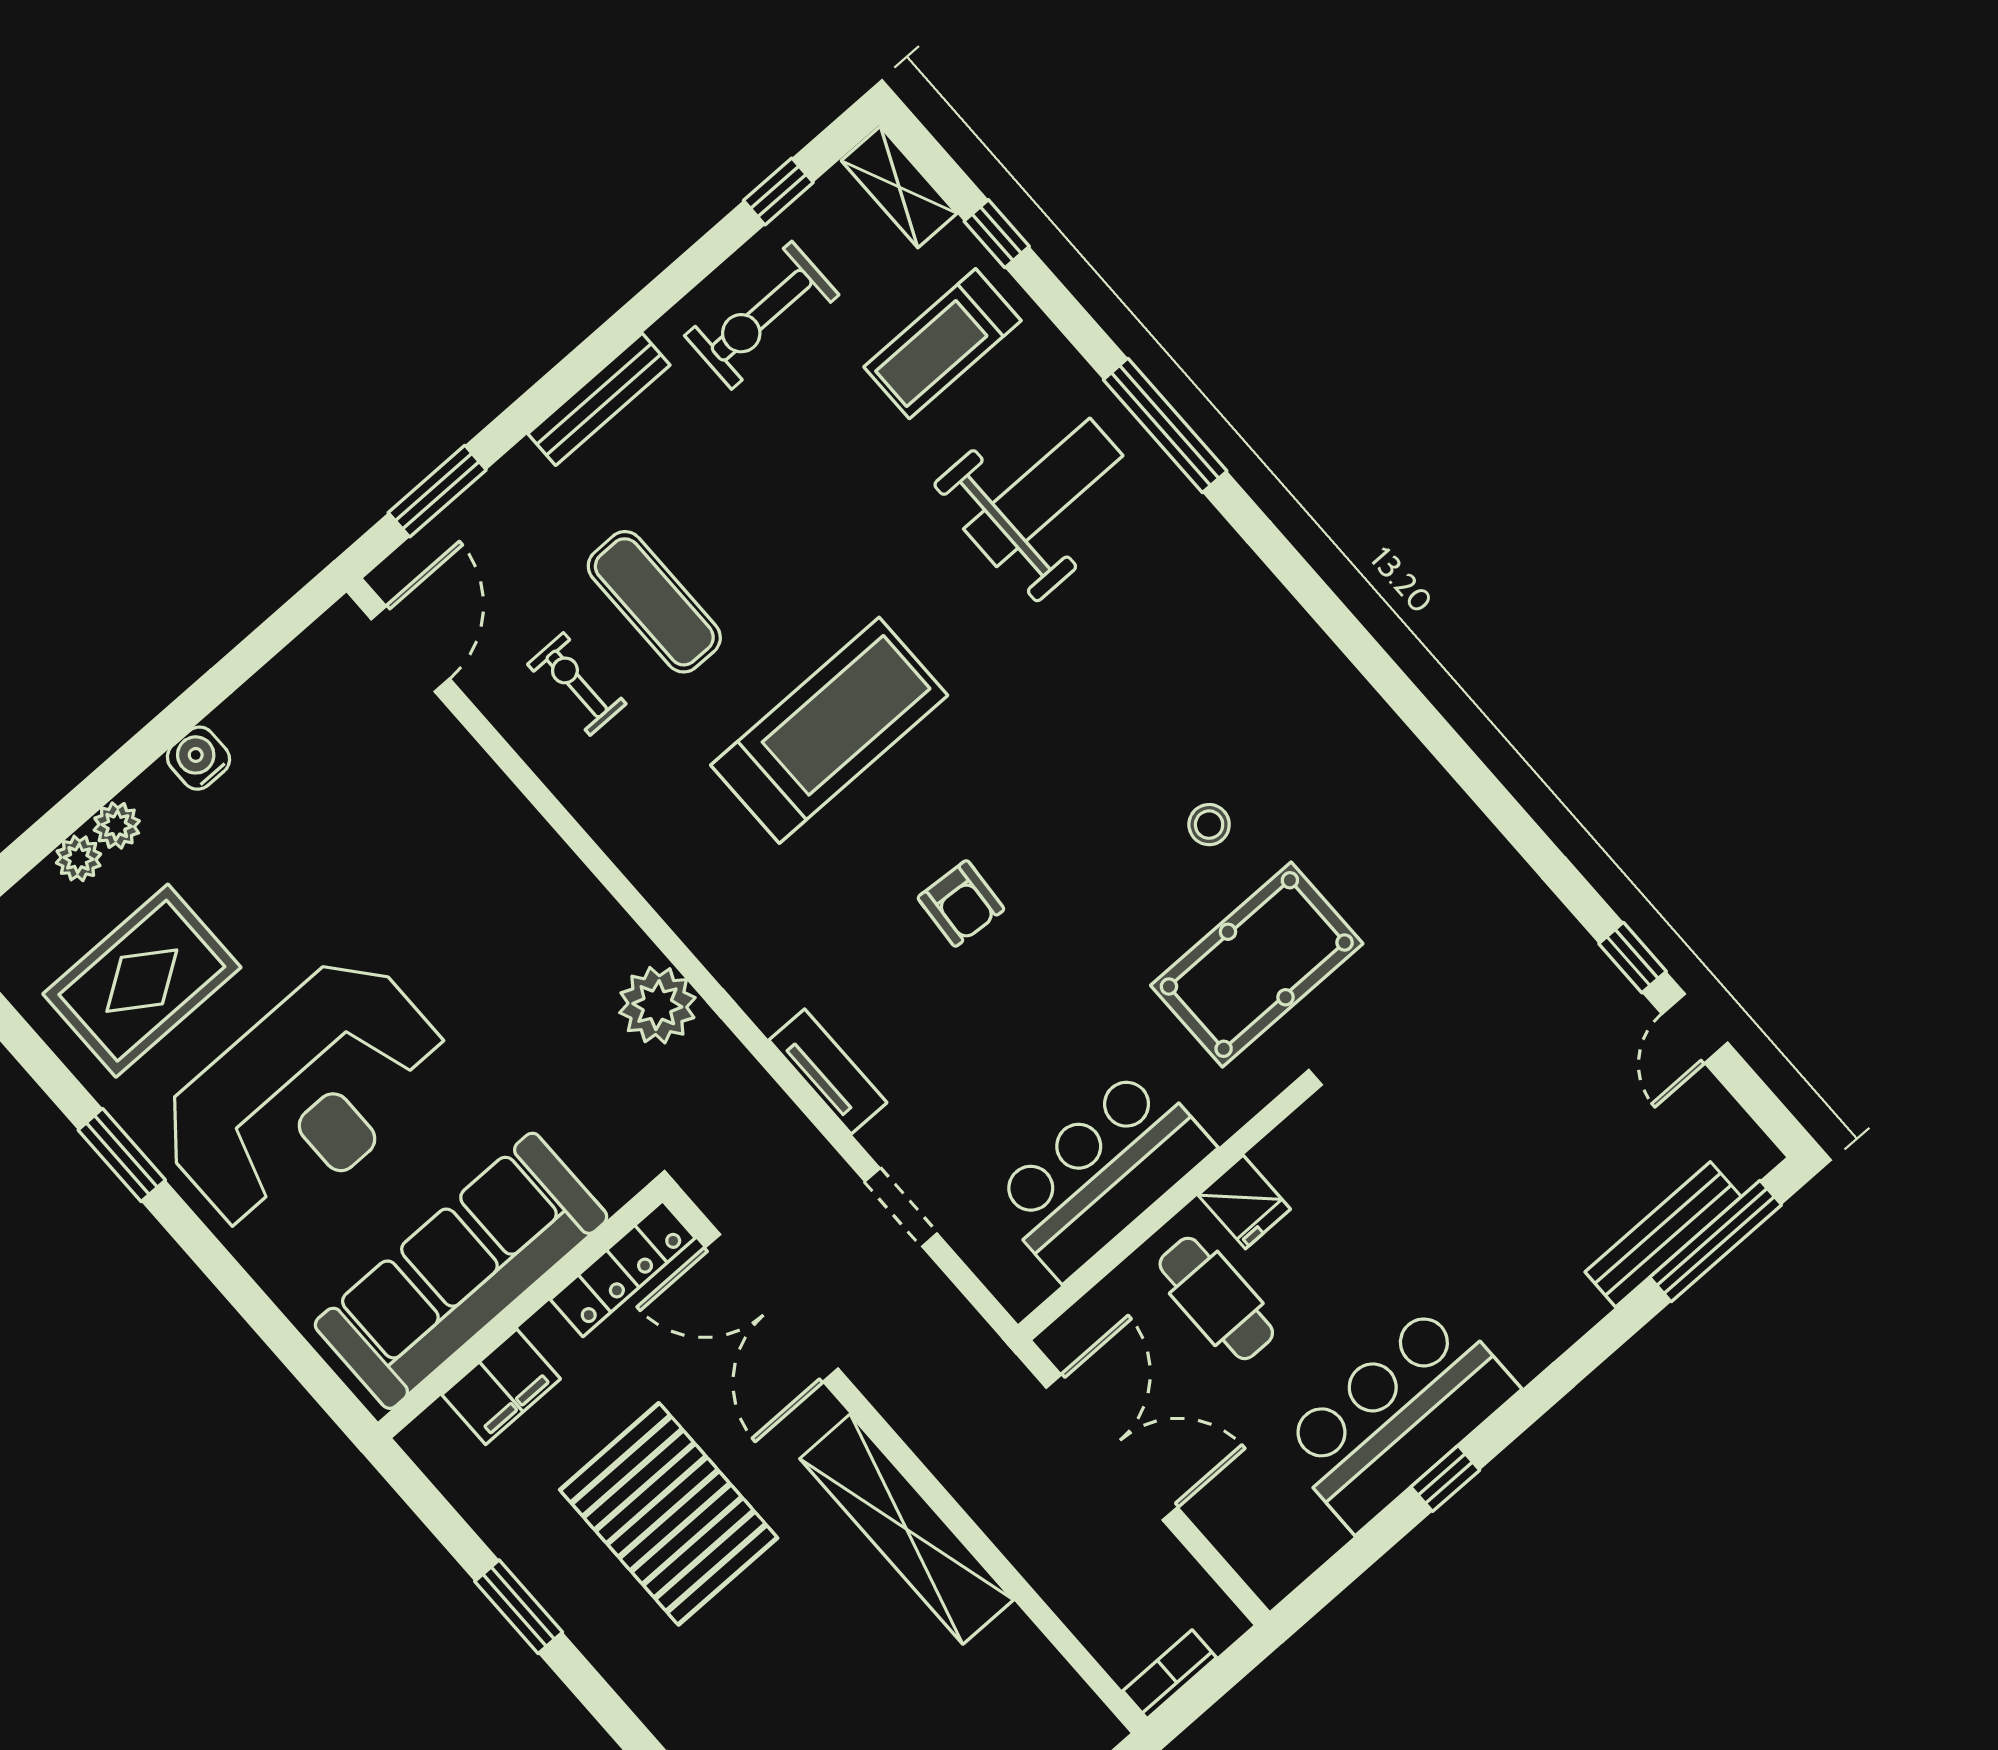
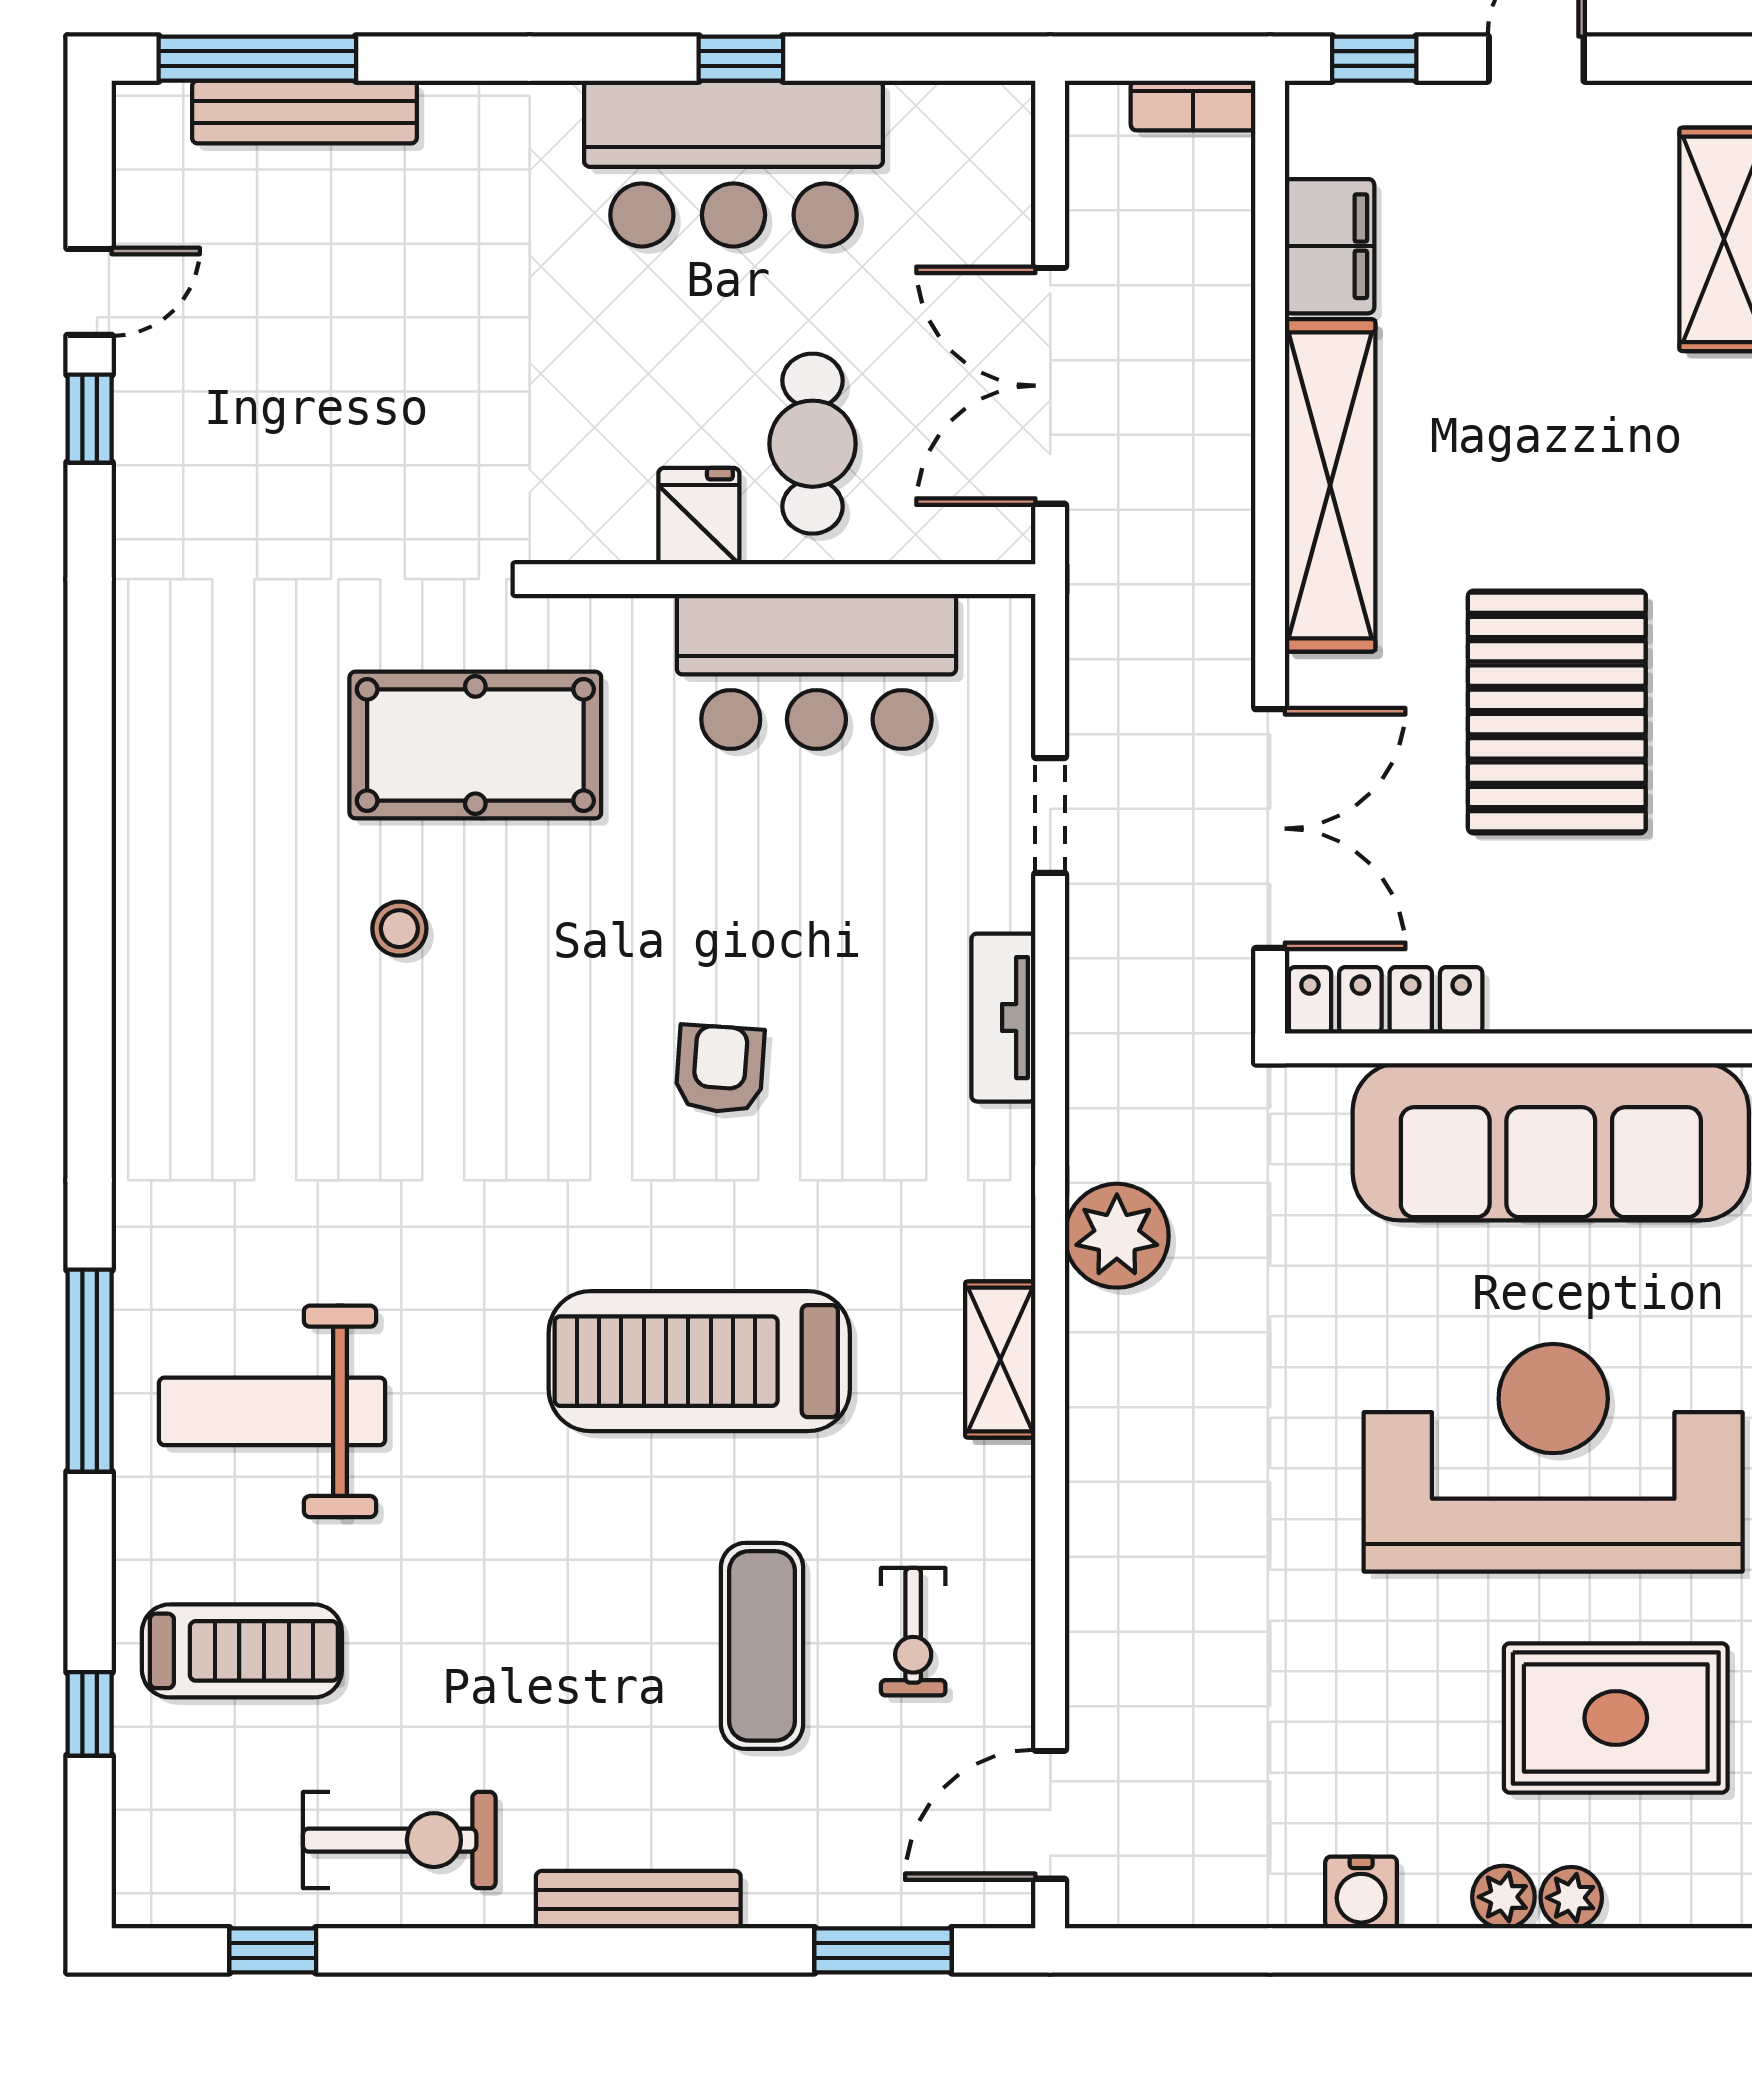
shelving: (899, 187) -> (1000, 1360), moved
filing cabinet: (501, 1387) -> (1330, 246), moved, turned 90

